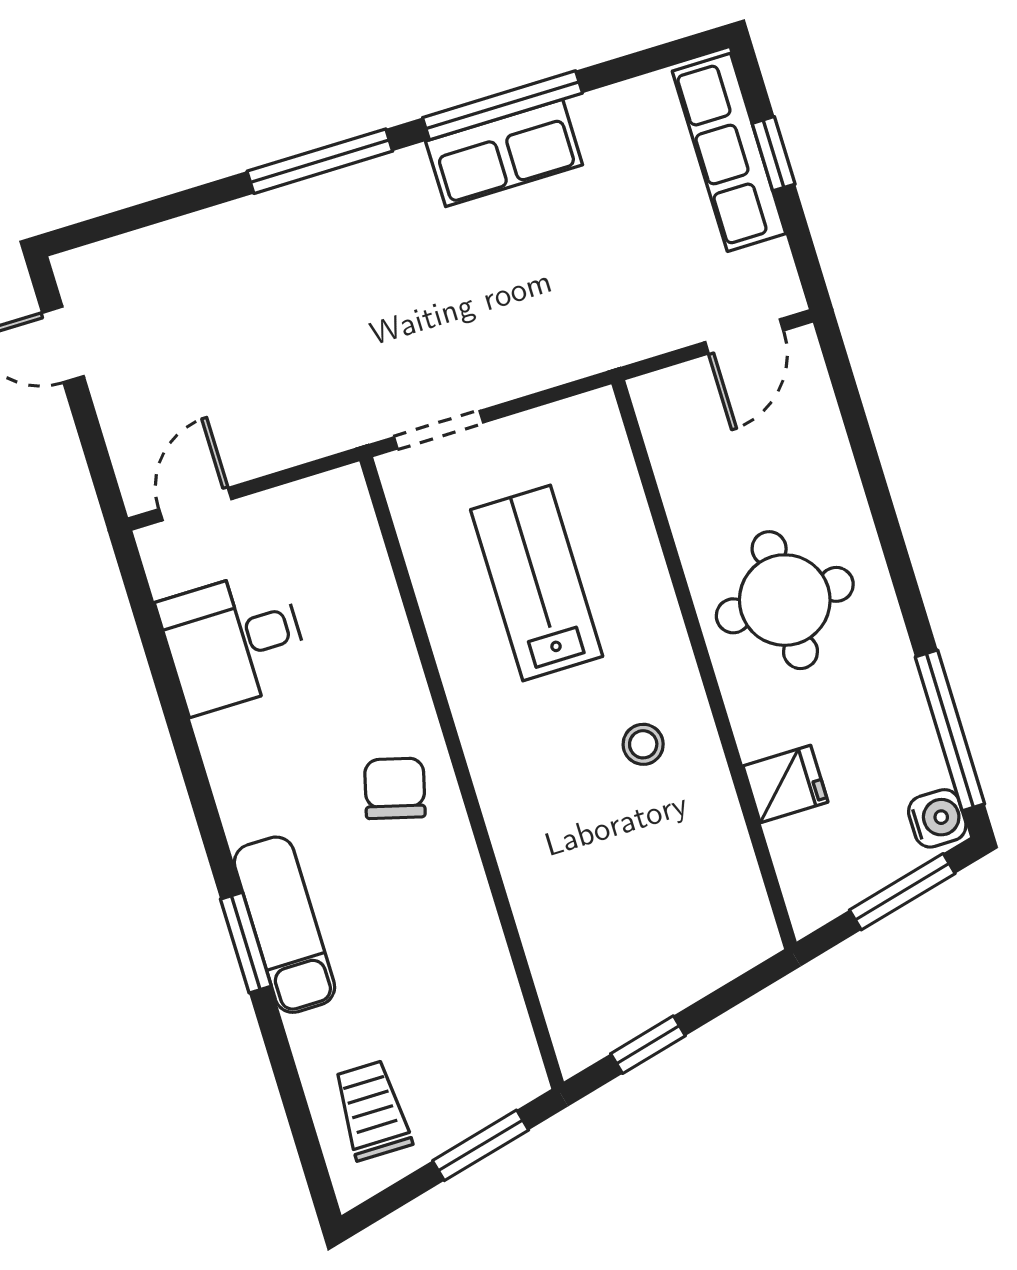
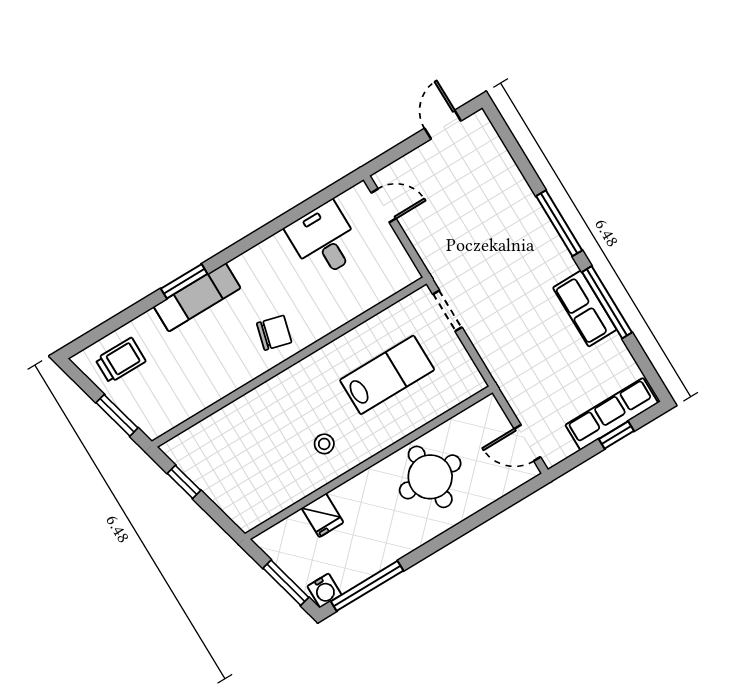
round table: (785, 600) -> (430, 477), moved

